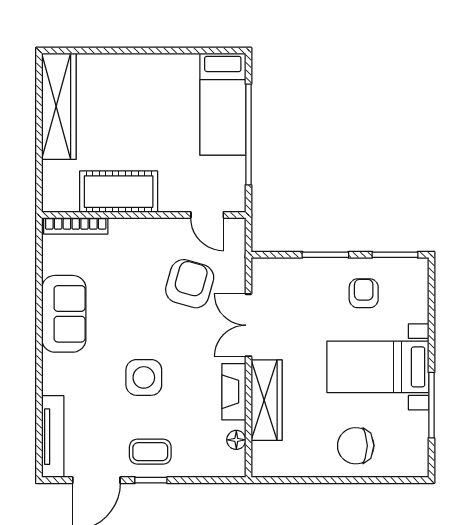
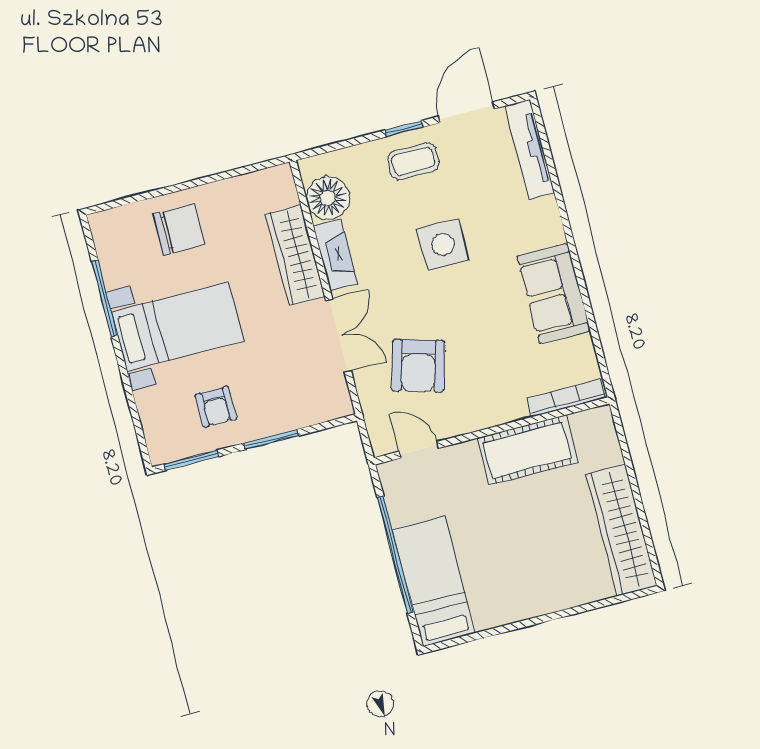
floor lamp: (236, 440) -> (328, 198), width x1.89, depth x1.89

